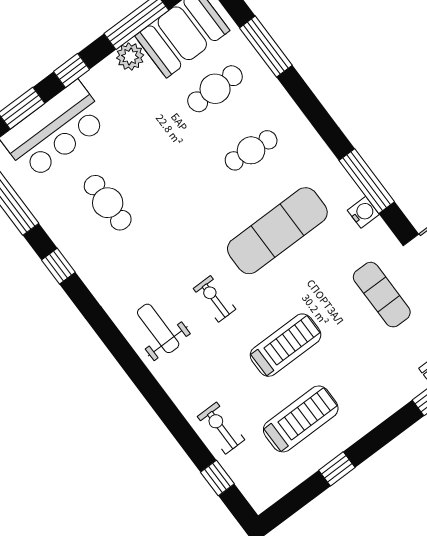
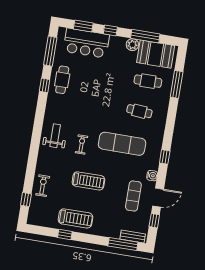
window: (367, 181) -> (165, 157), width x0.46
cafe table: (108, 203) -> (62, 80), moved
water cooler: (363, 212) -> (152, 176), moved
treadmill: (301, 419) -> (76, 218), moved

